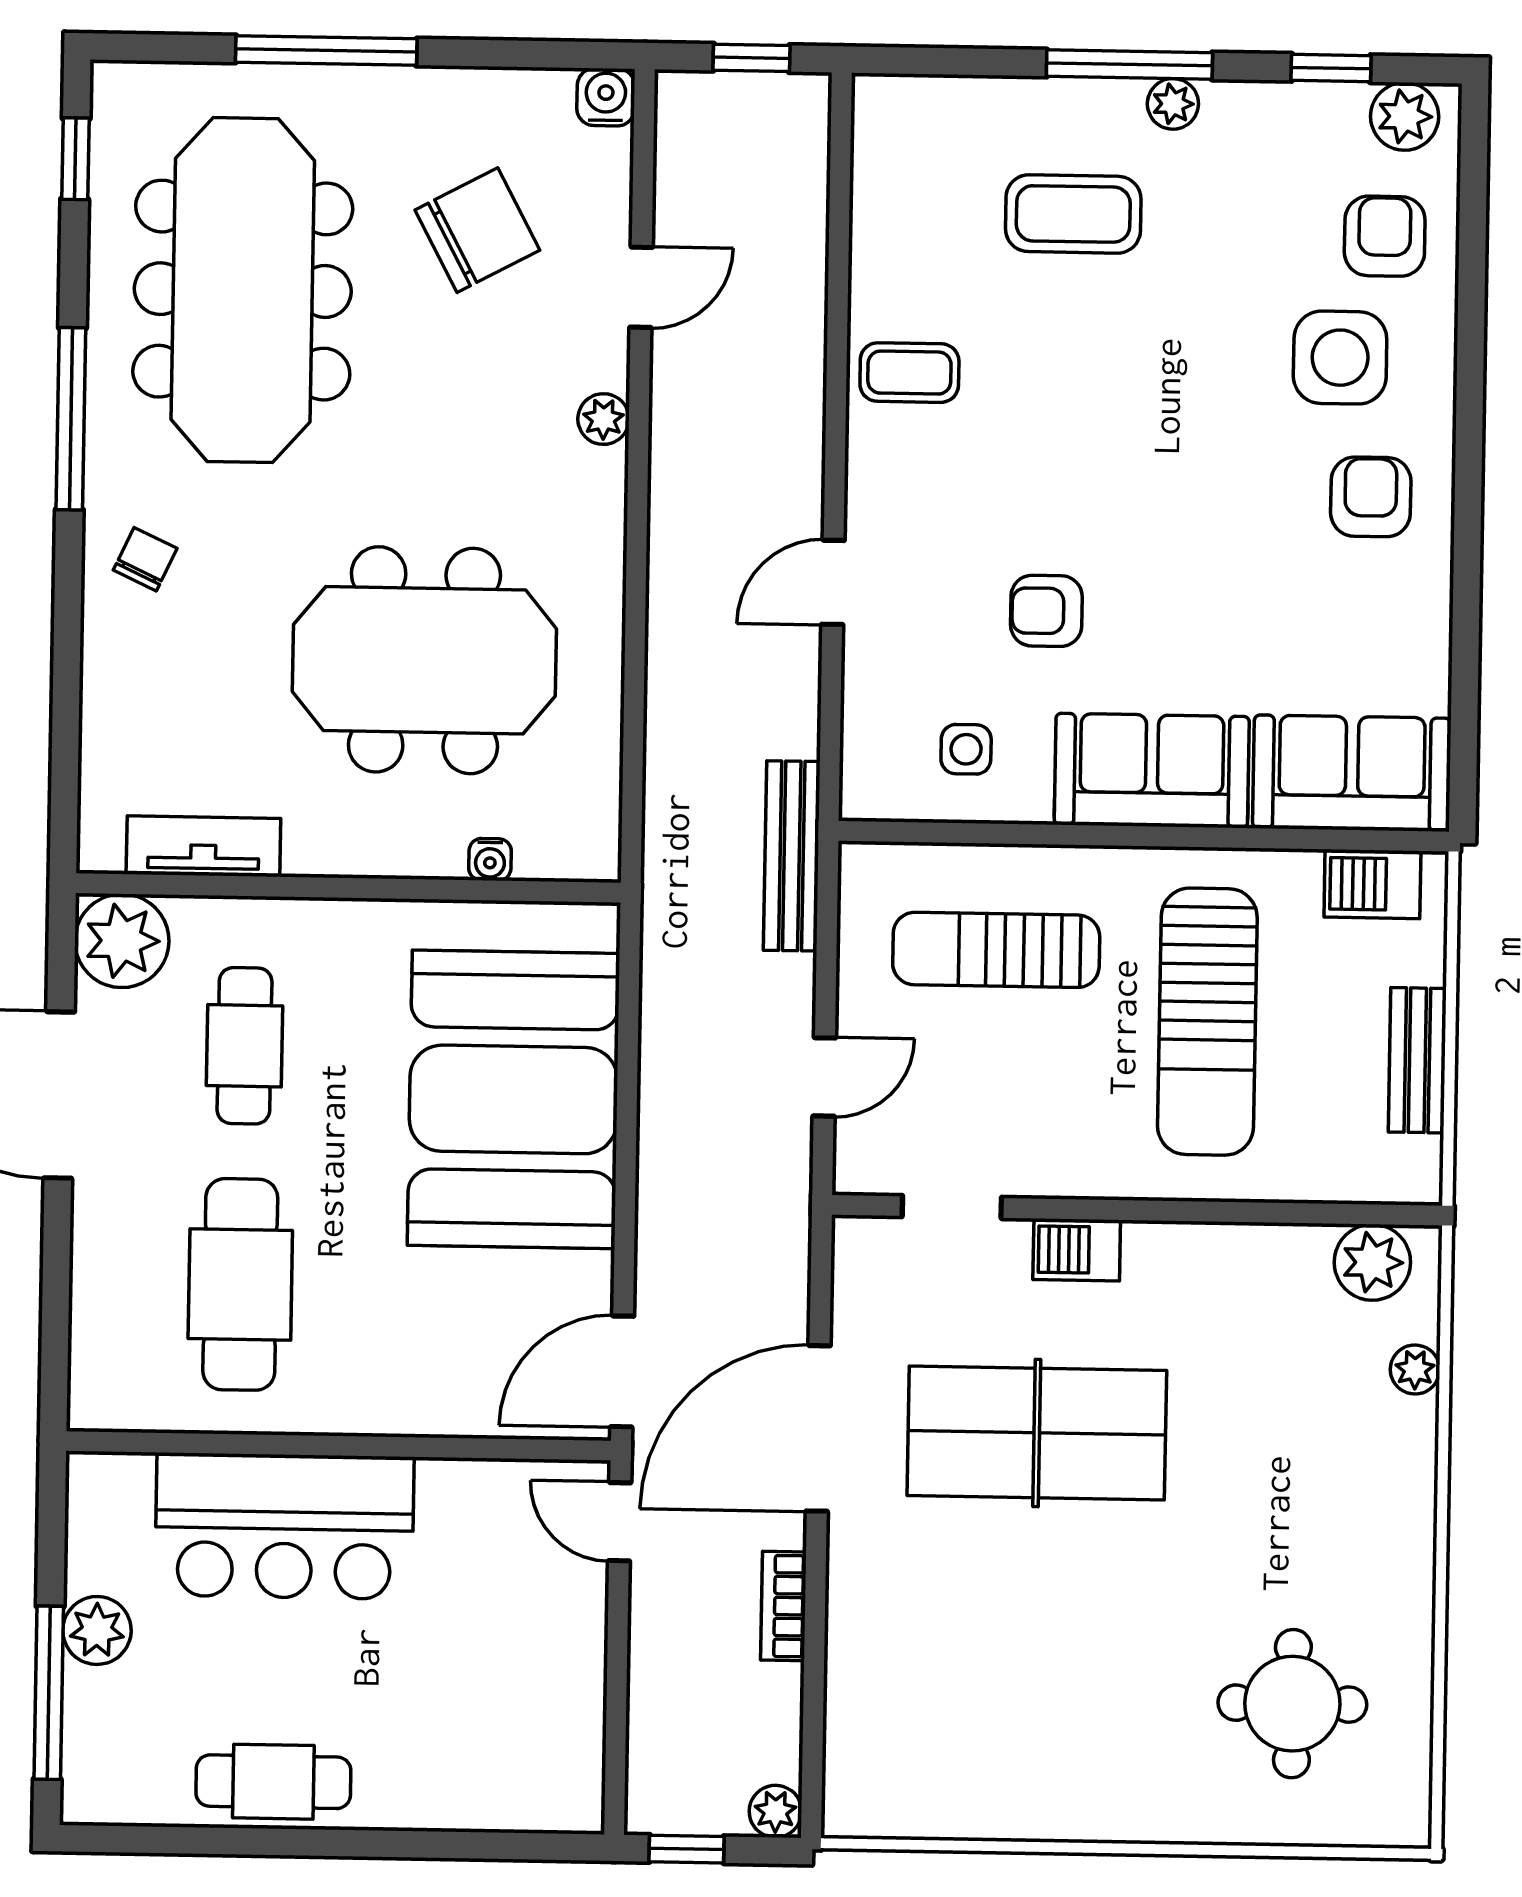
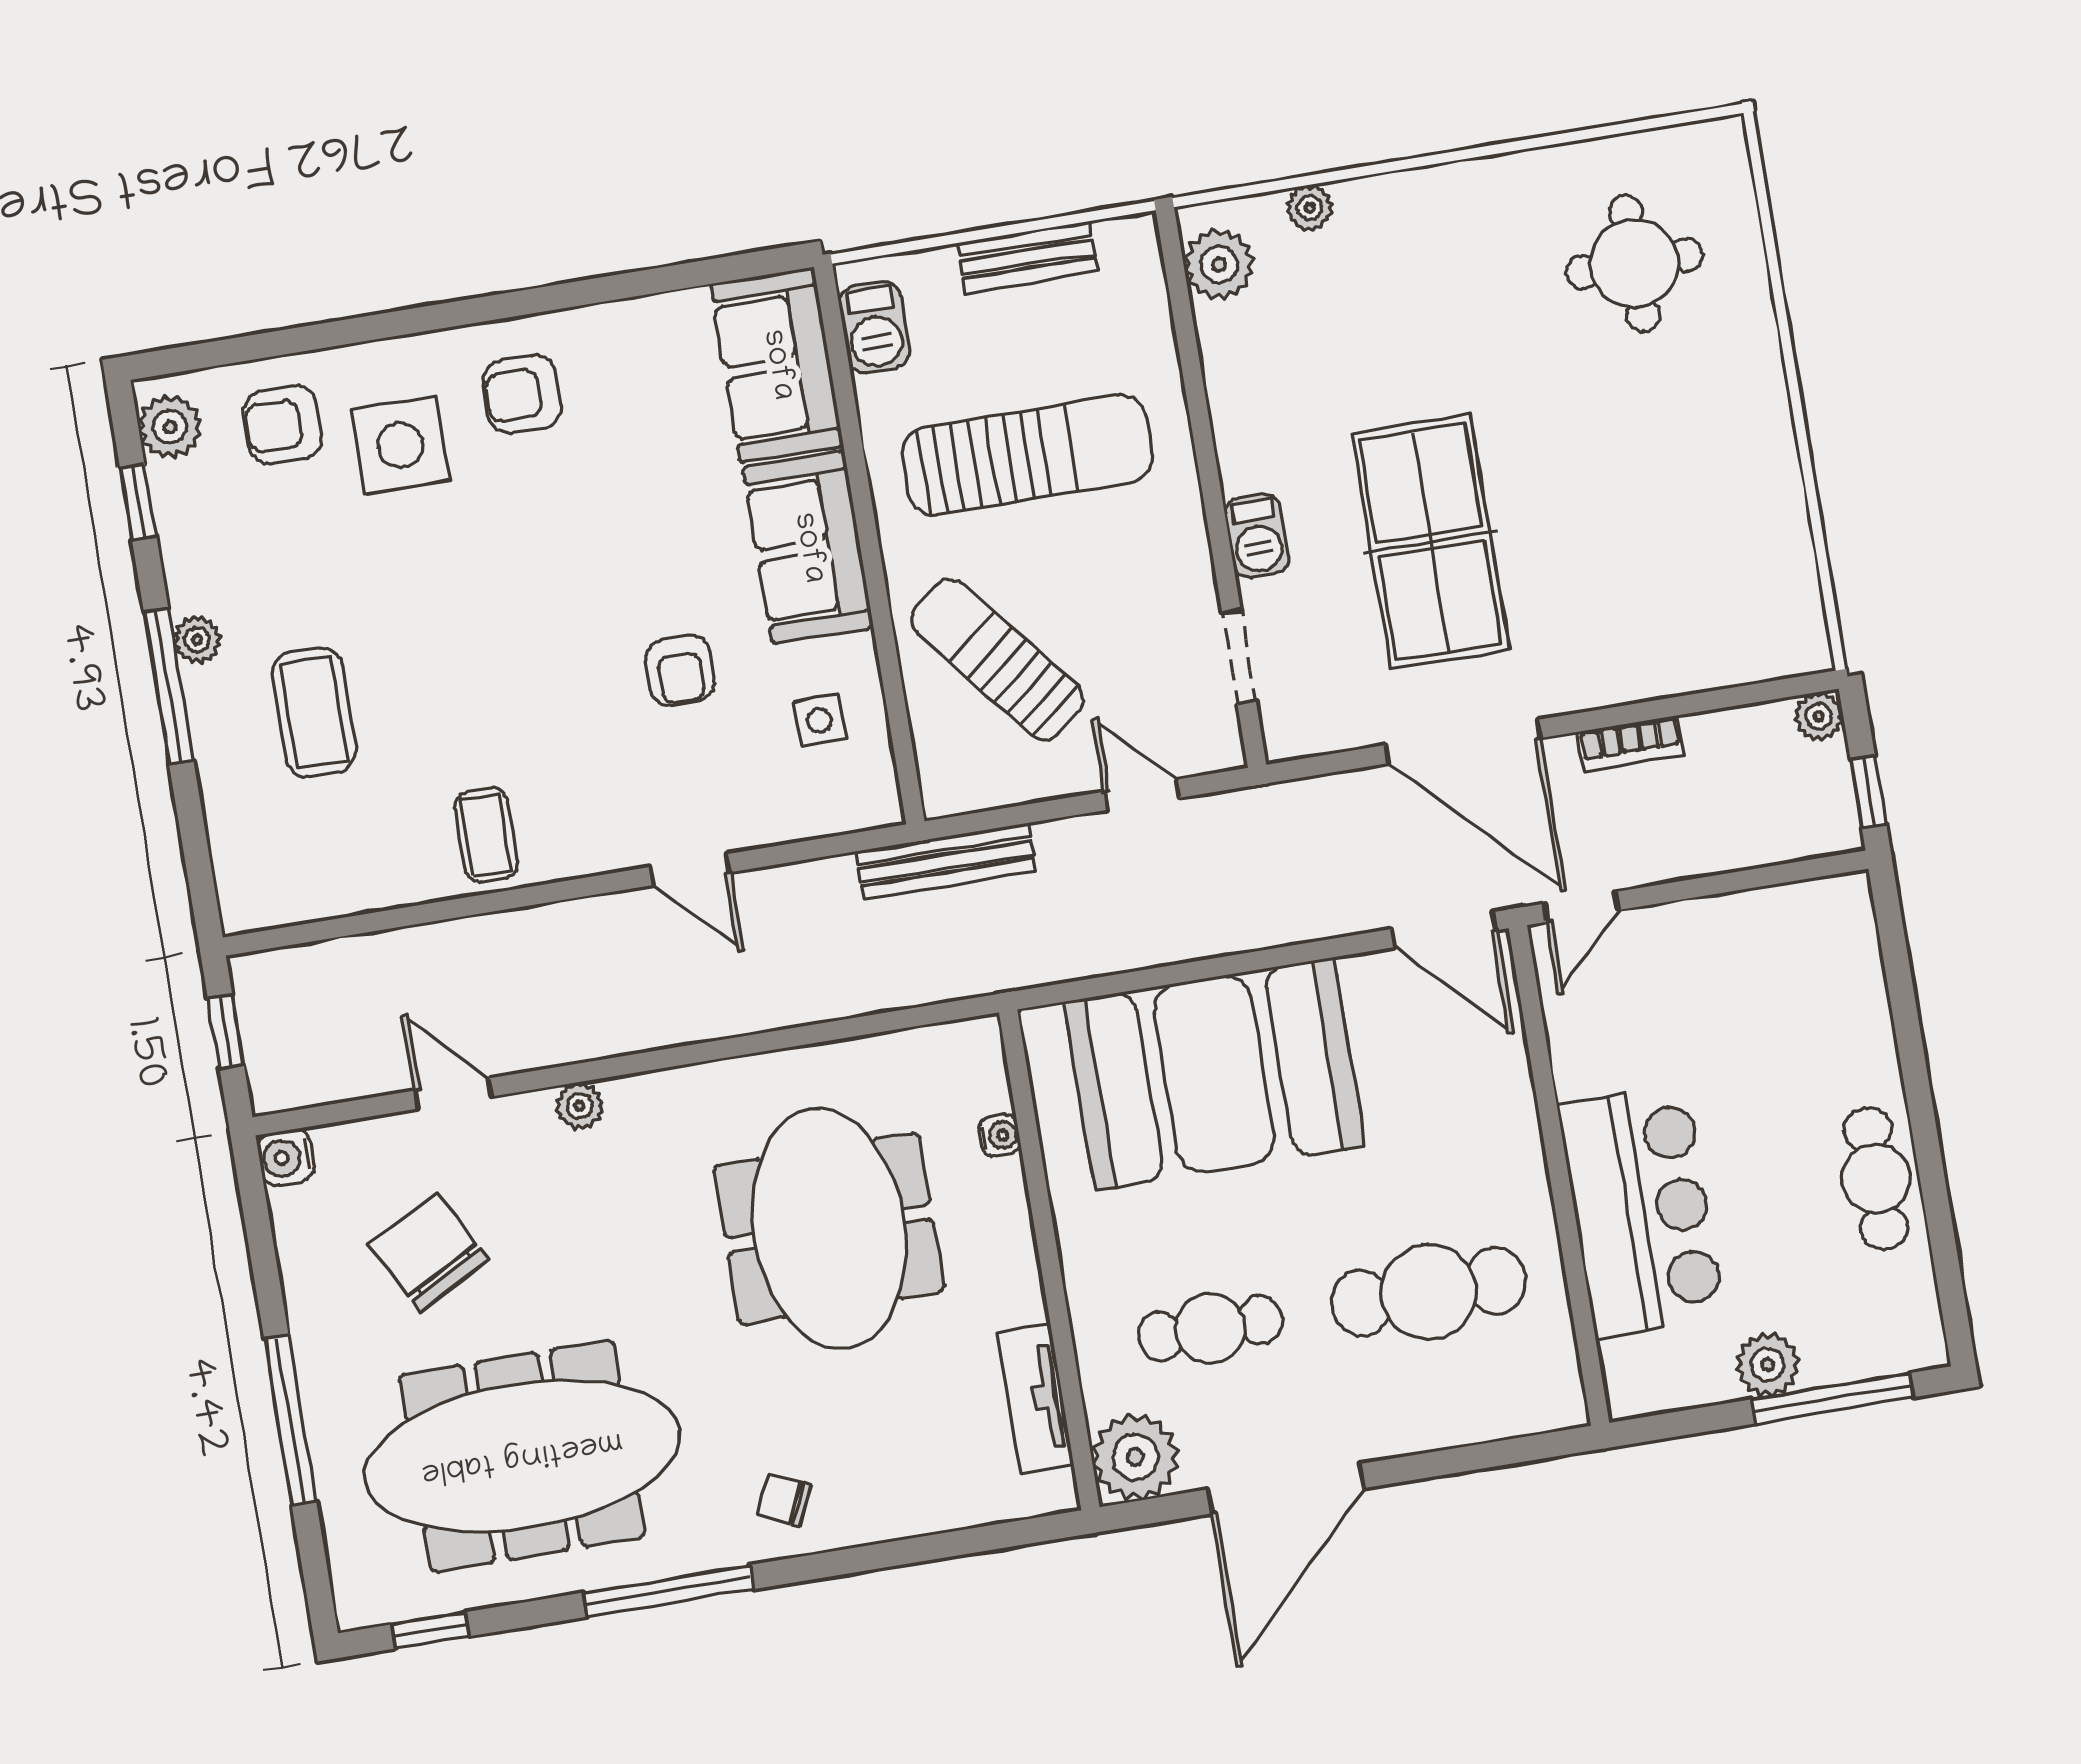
sun lounger: (996, 950) -> (997, 659), turned 141

